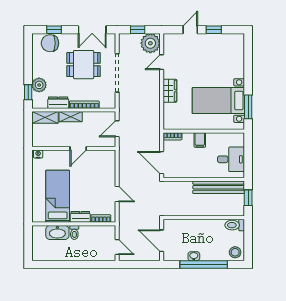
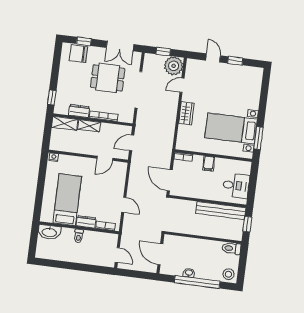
door: (190, 30) -> (213, 58), hinge flipped
plant: (39, 85) -> (63, 92), removed
door: (78, 148) -> (105, 158), moved
washbasin: (57, 232) -> (49, 232), moved

